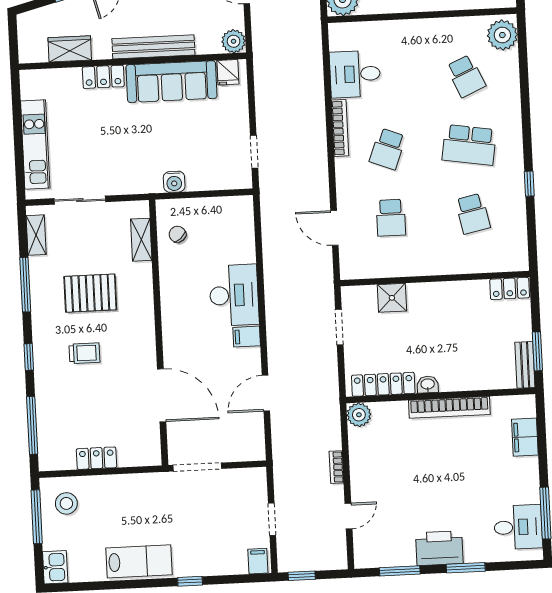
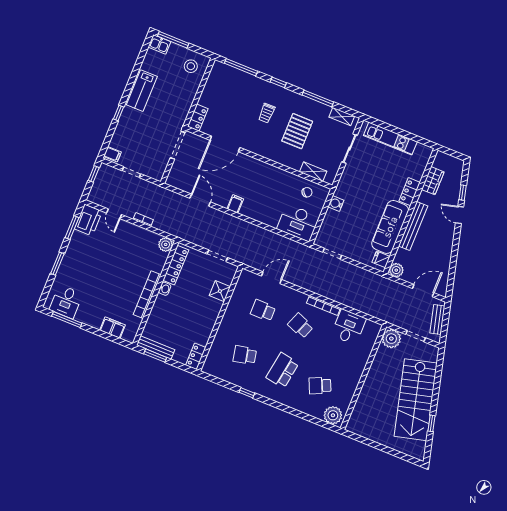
desk: (234, 295) -> (298, 223), moved
bench: (525, 365) -> (156, 347), width x1.36
locker: (96, 458) -> (198, 118), moved
window: (37, 517) -> (173, 40), moved
printer: (439, 548) -> (88, 220), moved

